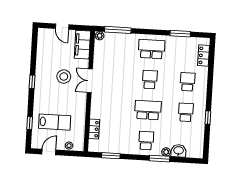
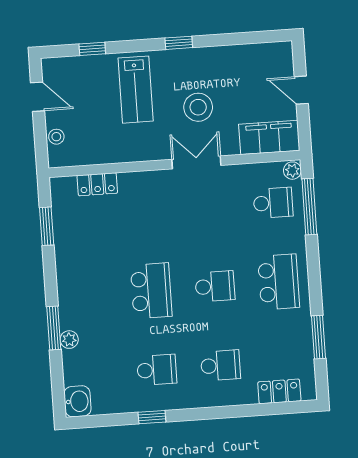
door: (62, 27) -> (301, 90), hinge flipped
lab bench: (55, 122) -> (136, 90), moved
school desk: (146, 141) -> (273, 203), moved
washbasin: (179, 151) -> (78, 401), moved

